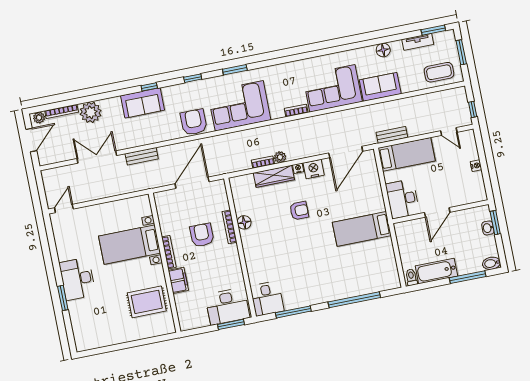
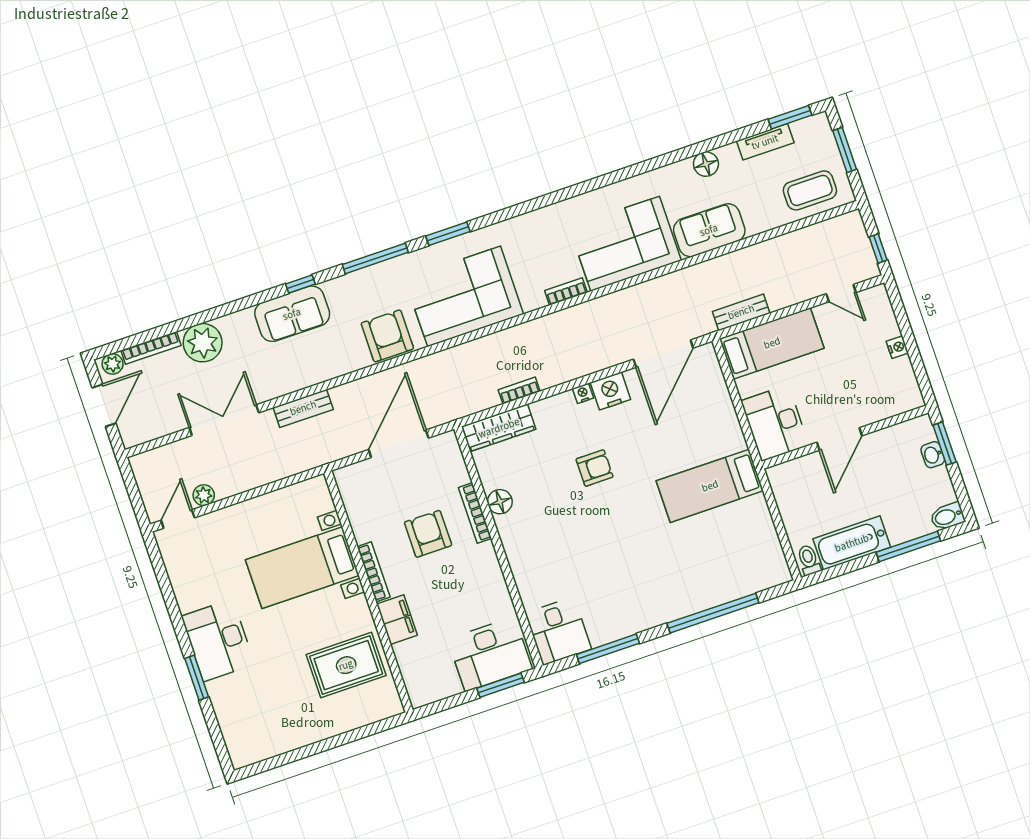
window: (193, 78) -> (375, 258), width x2.17
plant: (280, 157) -> (204, 495), moved
wardrobe: (274, 176) -> (499, 428), moved

